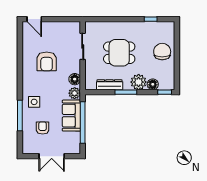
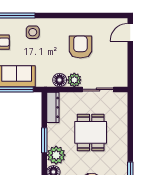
armchair: (47, 61) -> (80, 47), turned 90
dresser: (110, 85) -> (53, 107), moved
plant: (75, 93) -> (74, 80), moved

